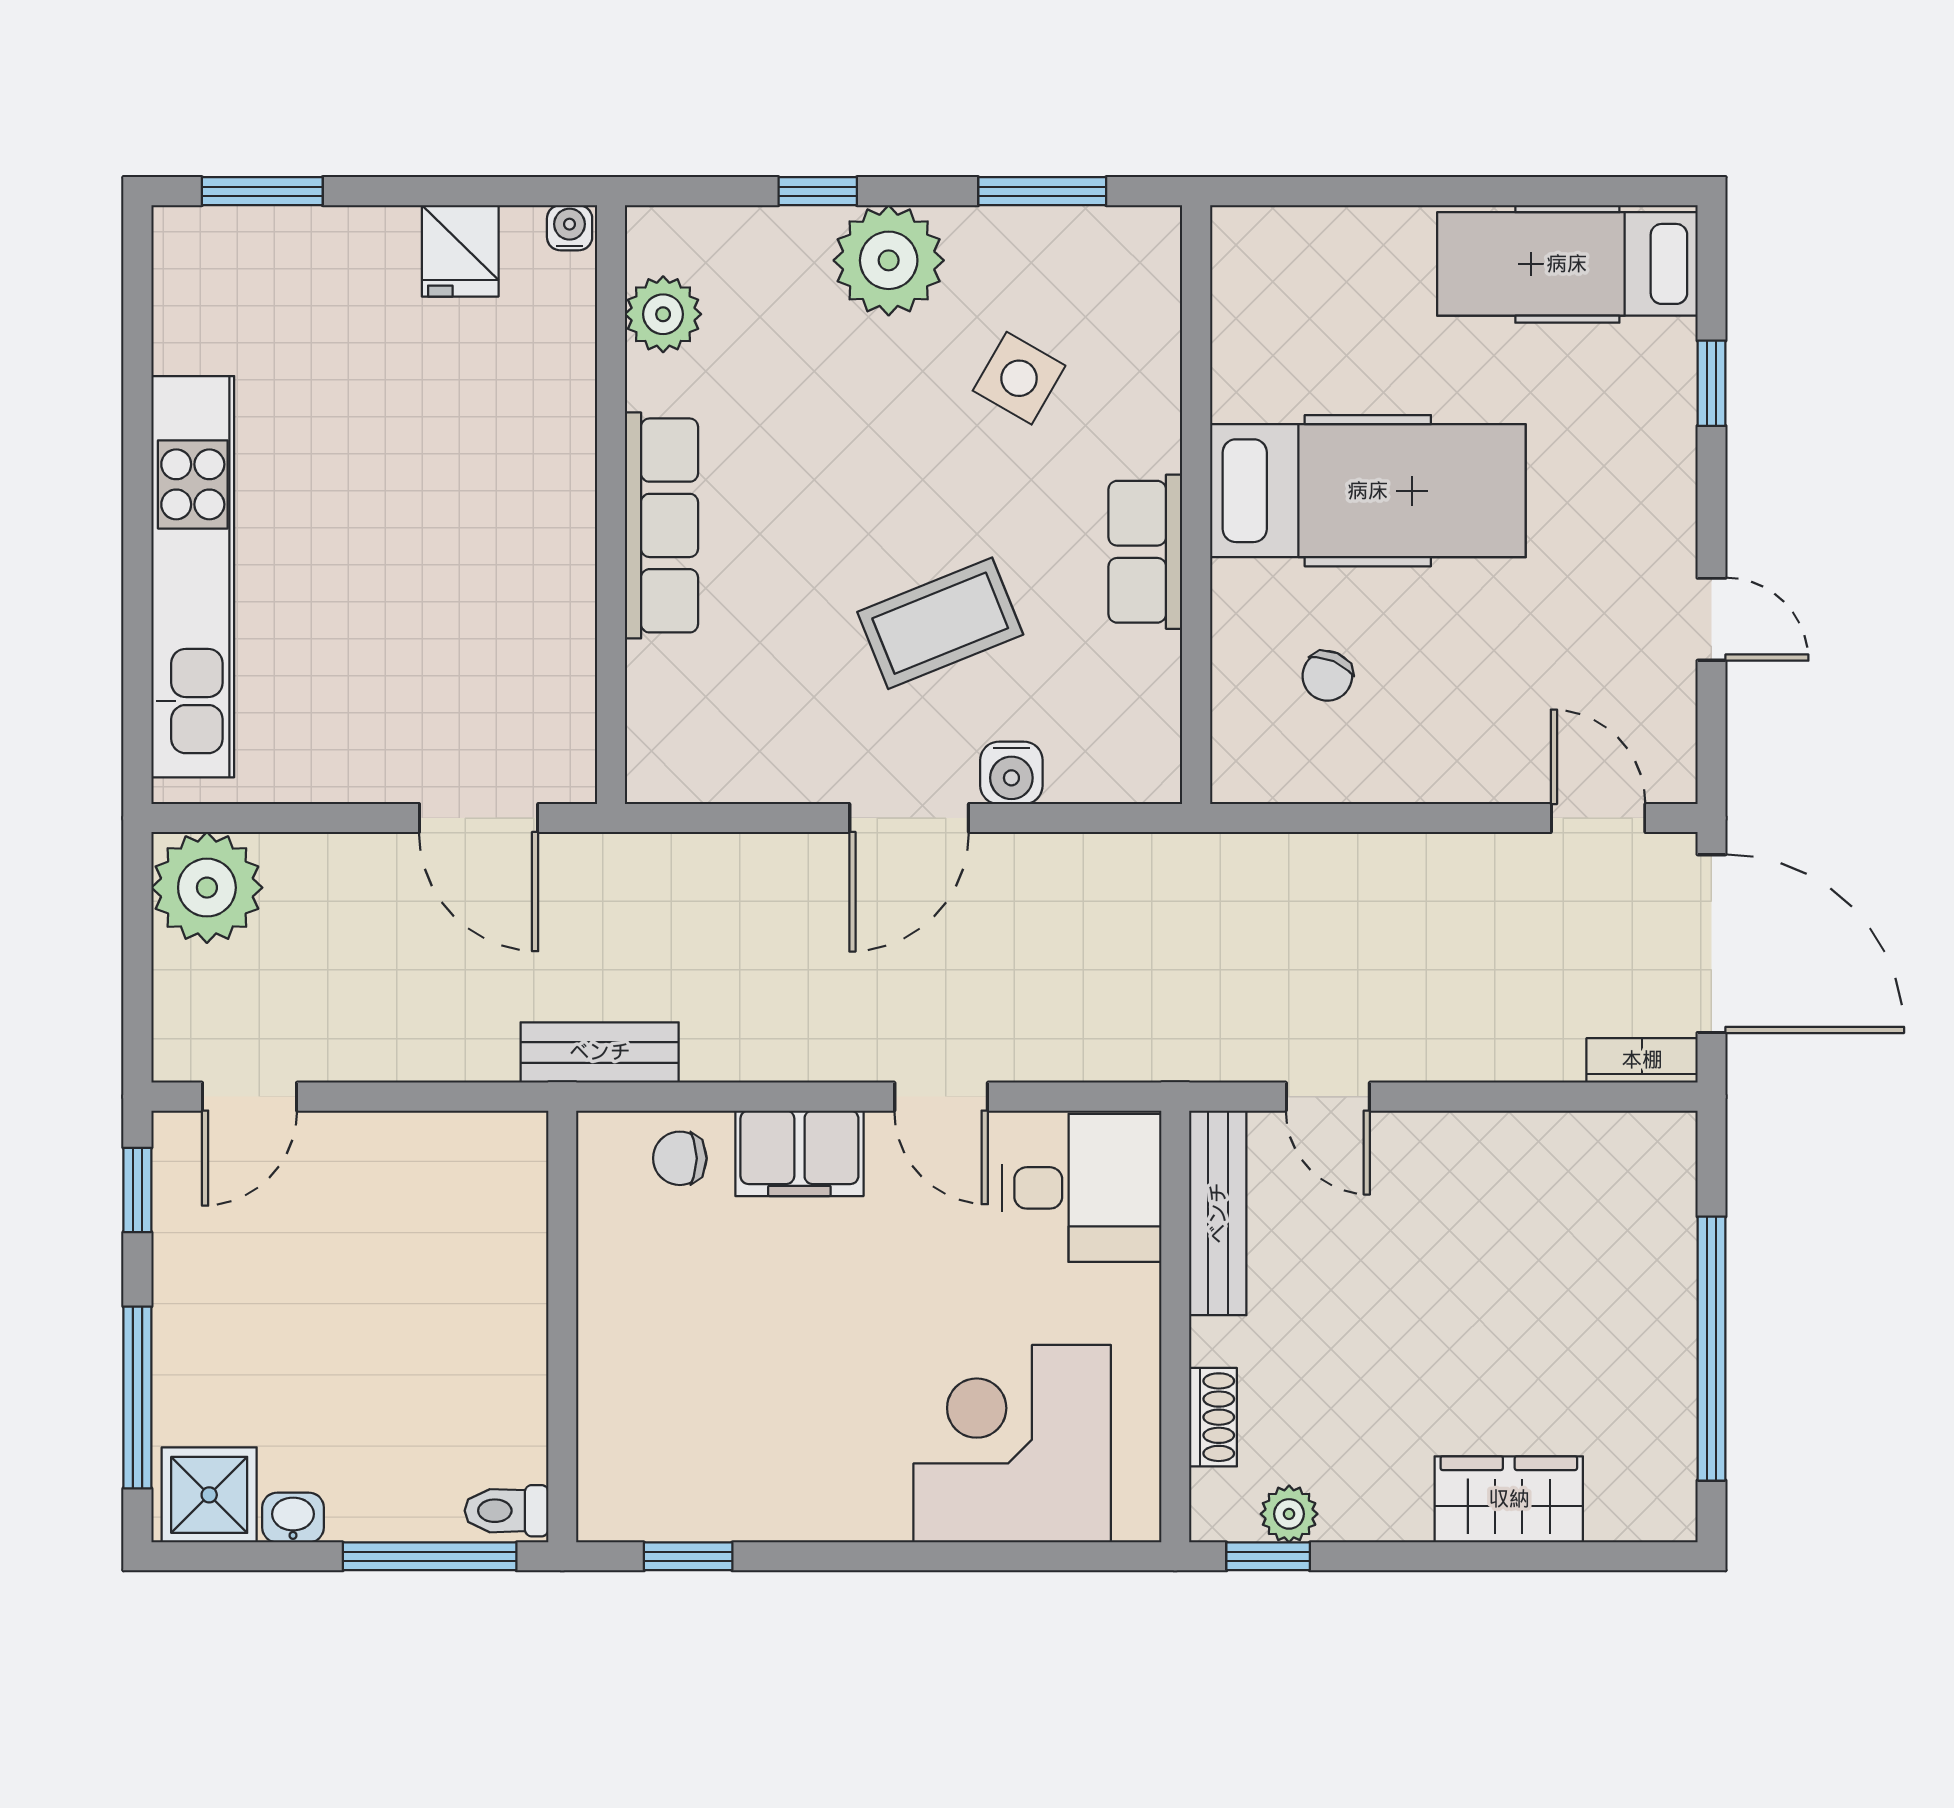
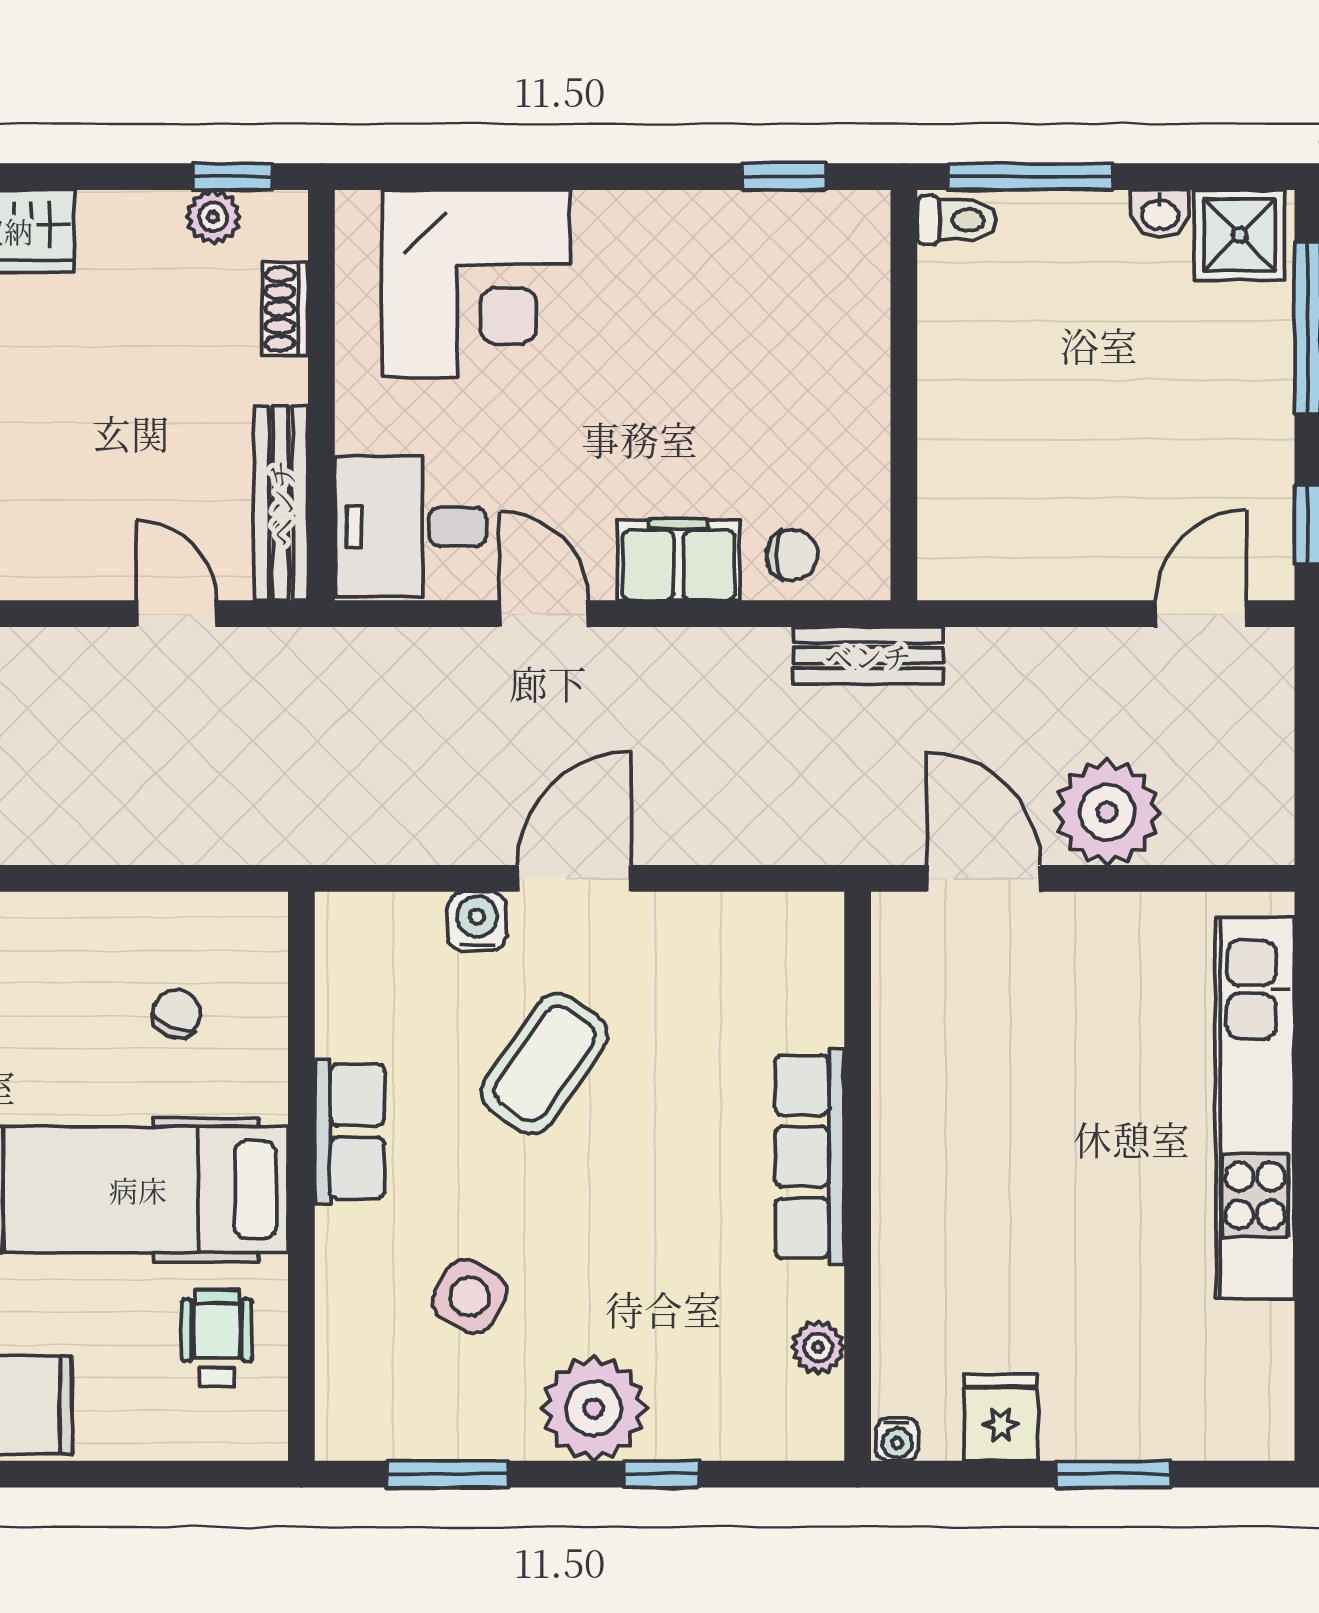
window: (262, 191) -> (1114, 1474), moved
plant: (663, 314) -> (818, 1347), width x0.73, depth x0.73
wheelchair: (1285, 334) -> (217, 1338), added
coffee table: (940, 623) -> (545, 1064), turned -33
plant: (207, 888) -> (1107, 812), moved

